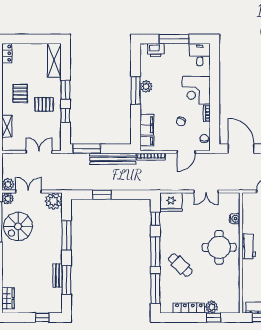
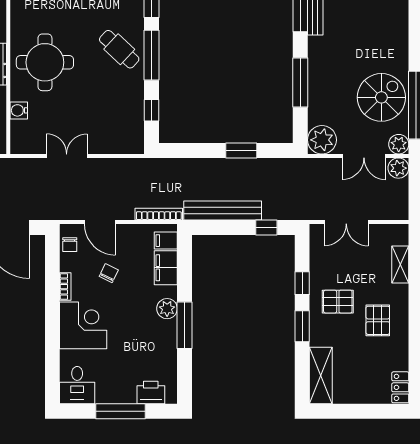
plant: (146, 86) -> (167, 309), moved
window: (87, 149) -> (266, 228), width x0.46
door: (186, 152) -> (100, 222), swing flipped
fridge: (171, 202) -> (125, 138), removed
cafe table: (180, 265) -> (119, 49), moved

